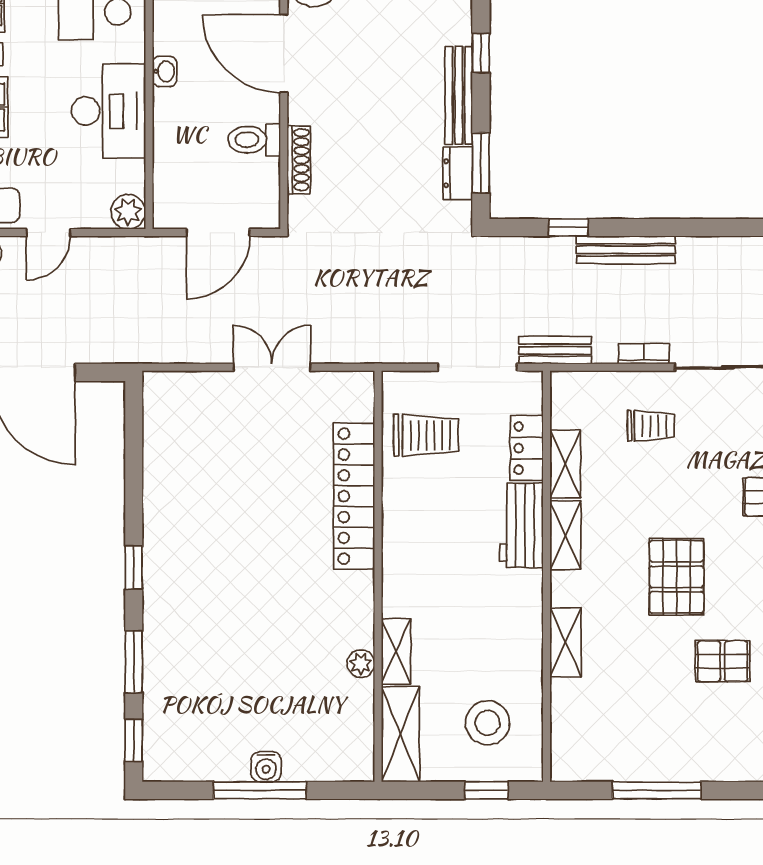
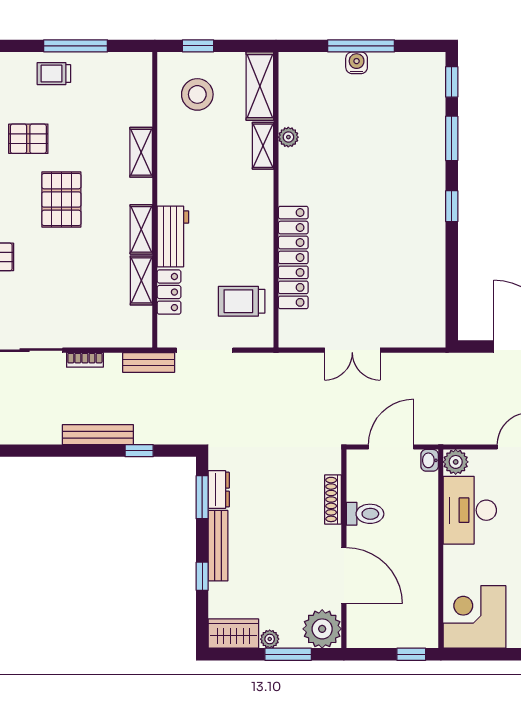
washbasin: (164, 71) -> (430, 460), moved
desk: (109, 111) -> (470, 510), moved
trolley: (651, 426) -> (54, 74), moved

